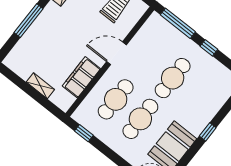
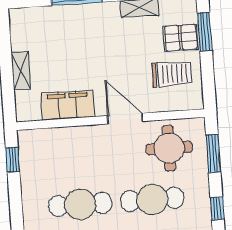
window: (178, 23) -> (213, 154), width x0.69
round table: (154, 44) -> (169, 148), added
cafe table: (116, 99) -> (77, 161), removed

